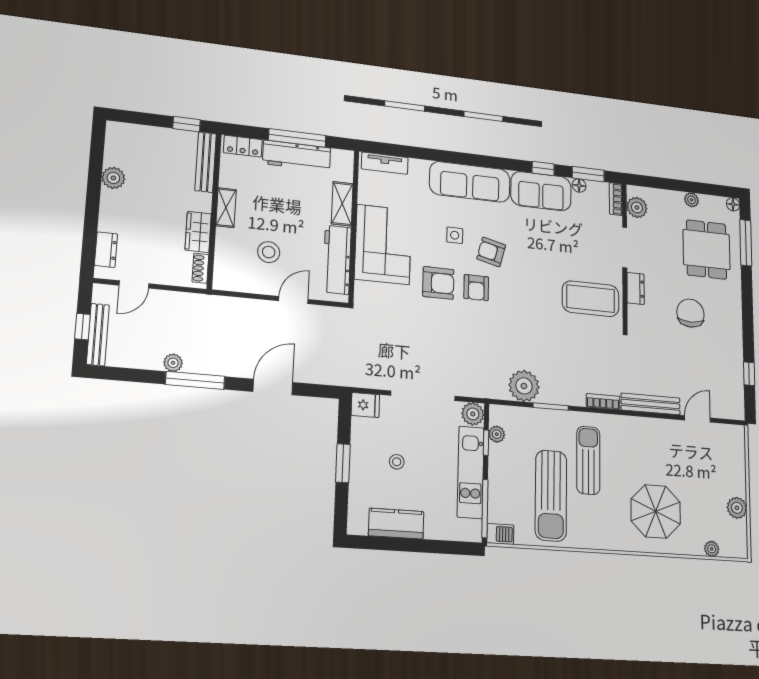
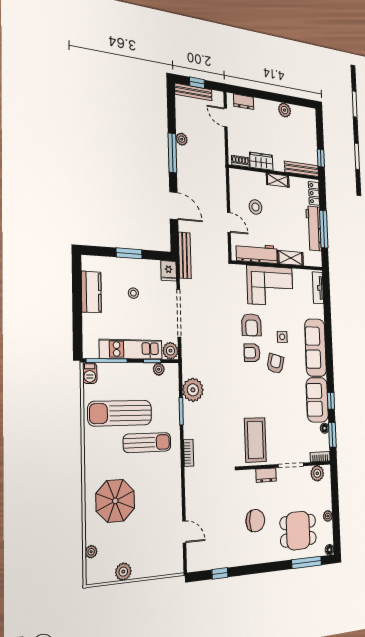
bench: (651, 404) -> (185, 255), moved

